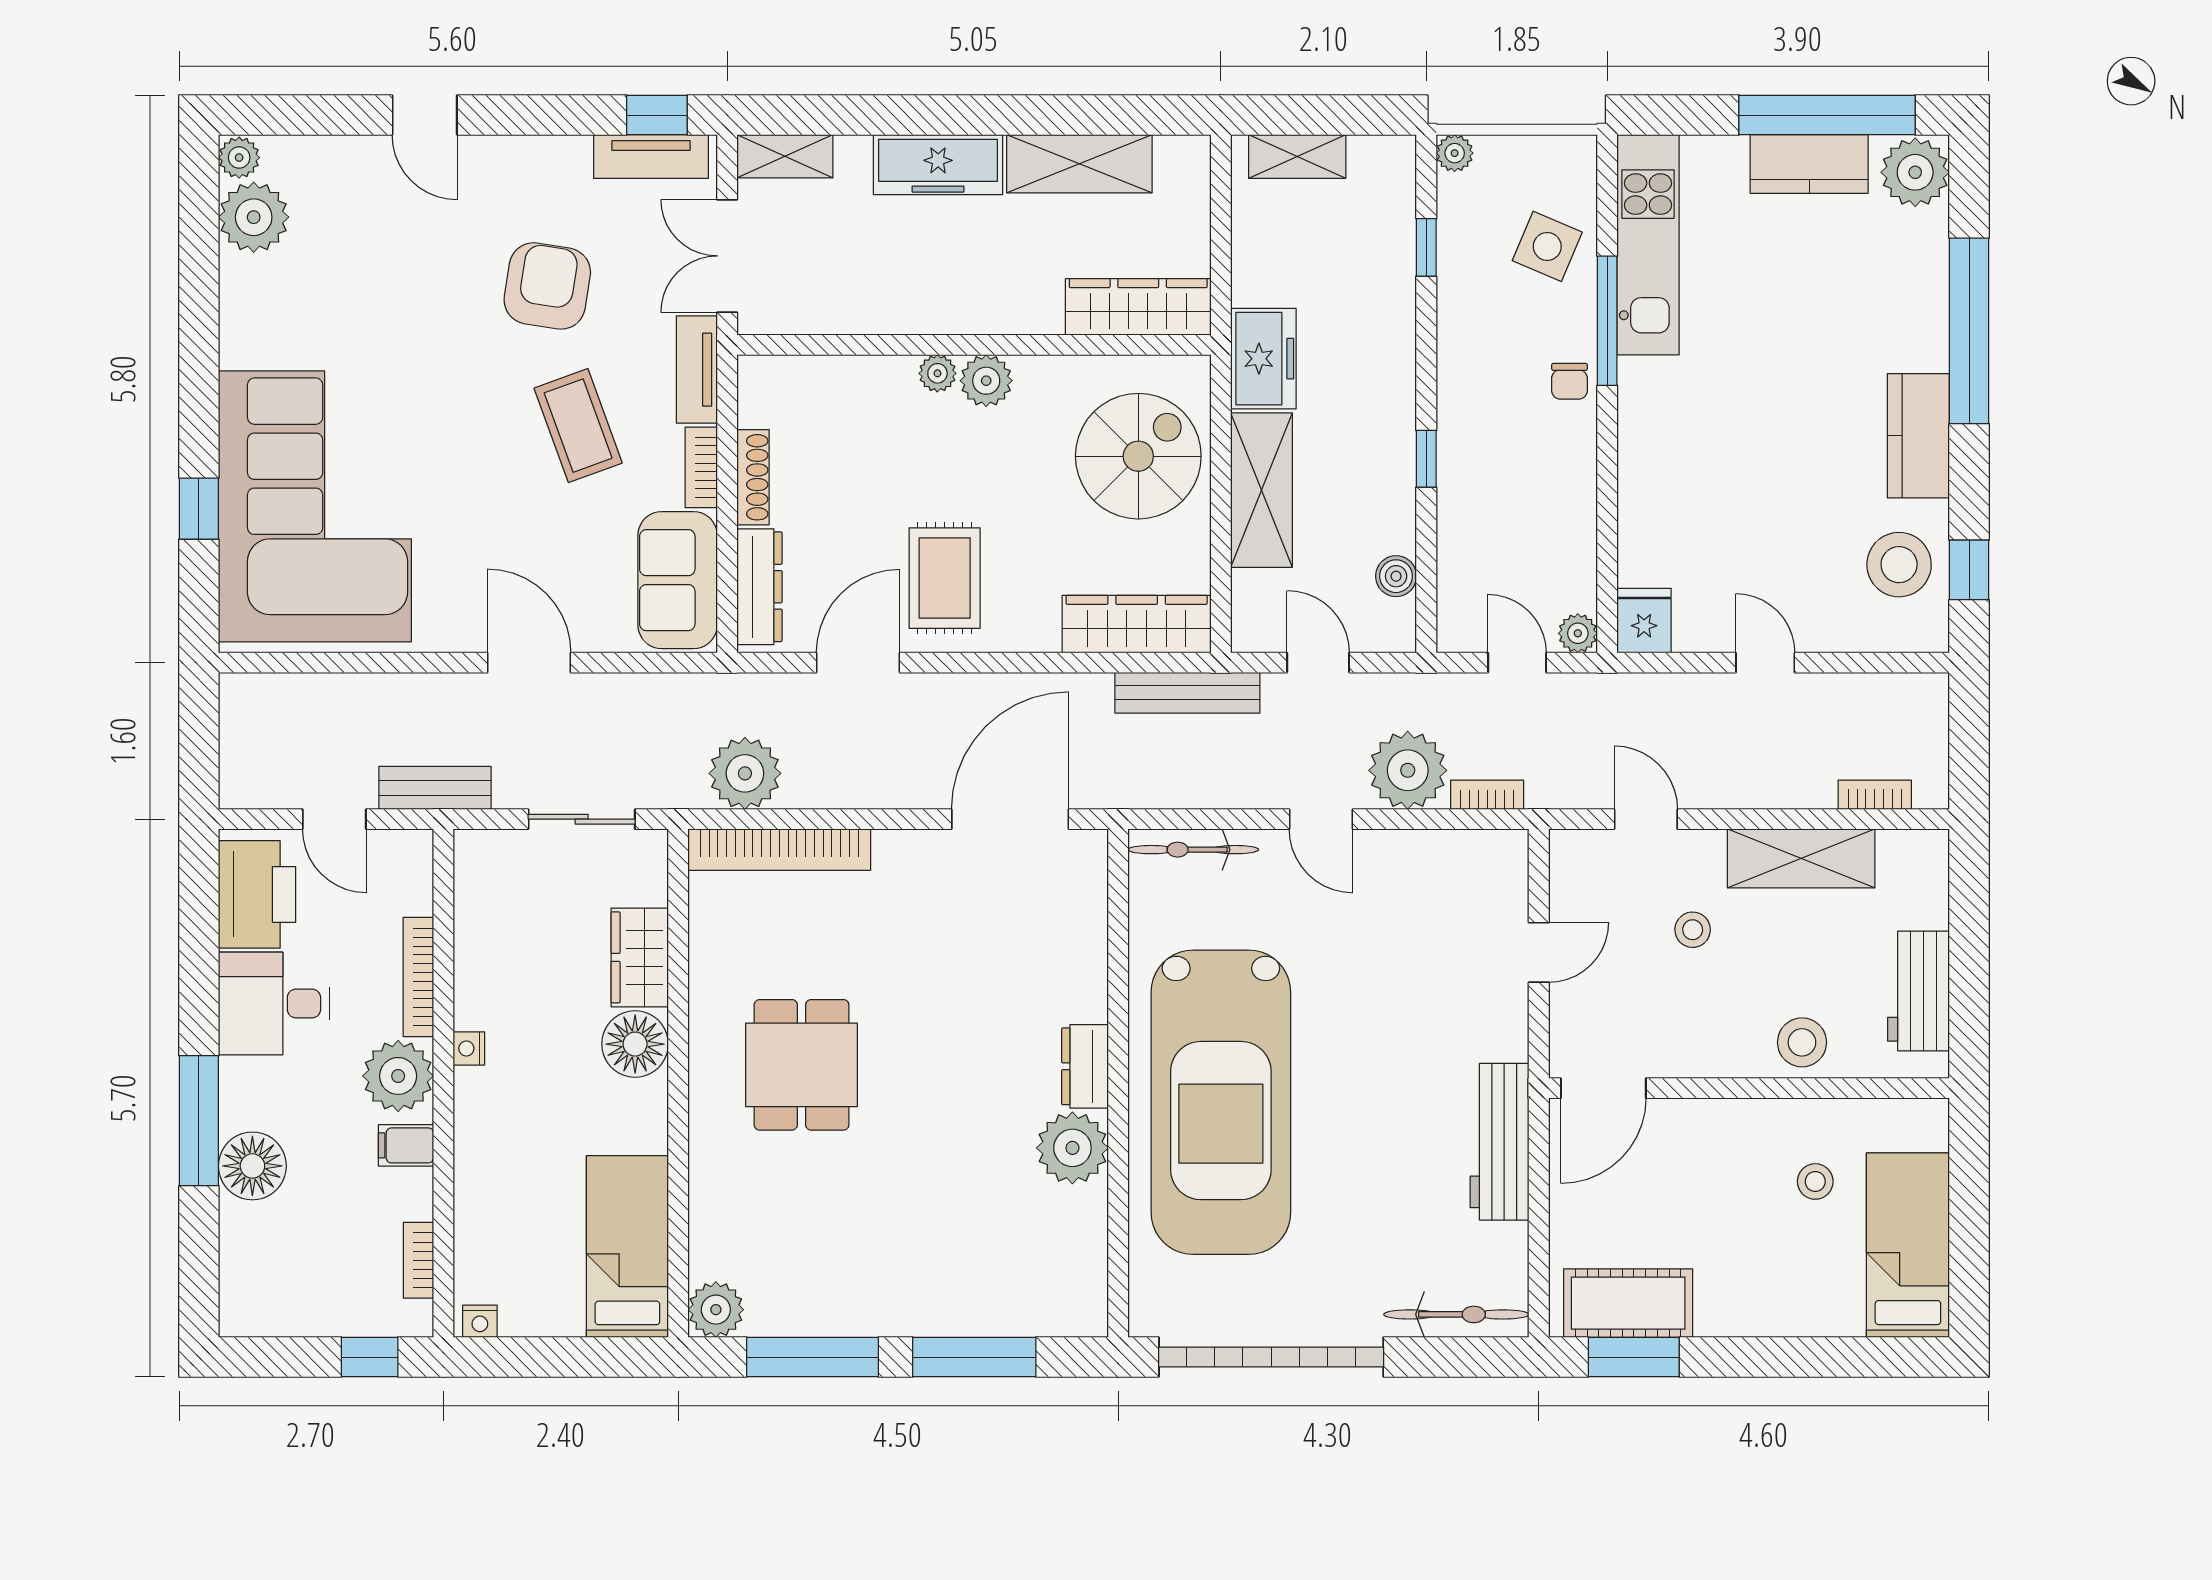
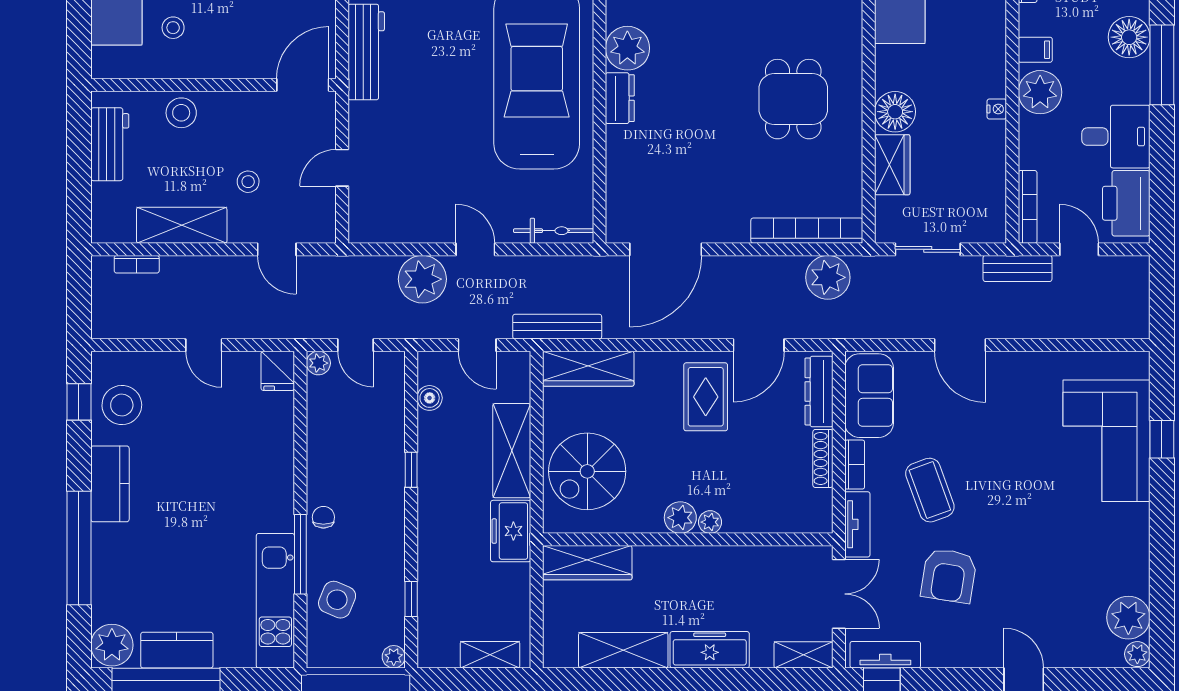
corner sofa: (315, 506) -> (1106, 441), width x0.73, depth x0.74
bookcase: (1487, 795) -> (374, 264), removed
bookcase: (418, 977) -> (1028, 207), moved

